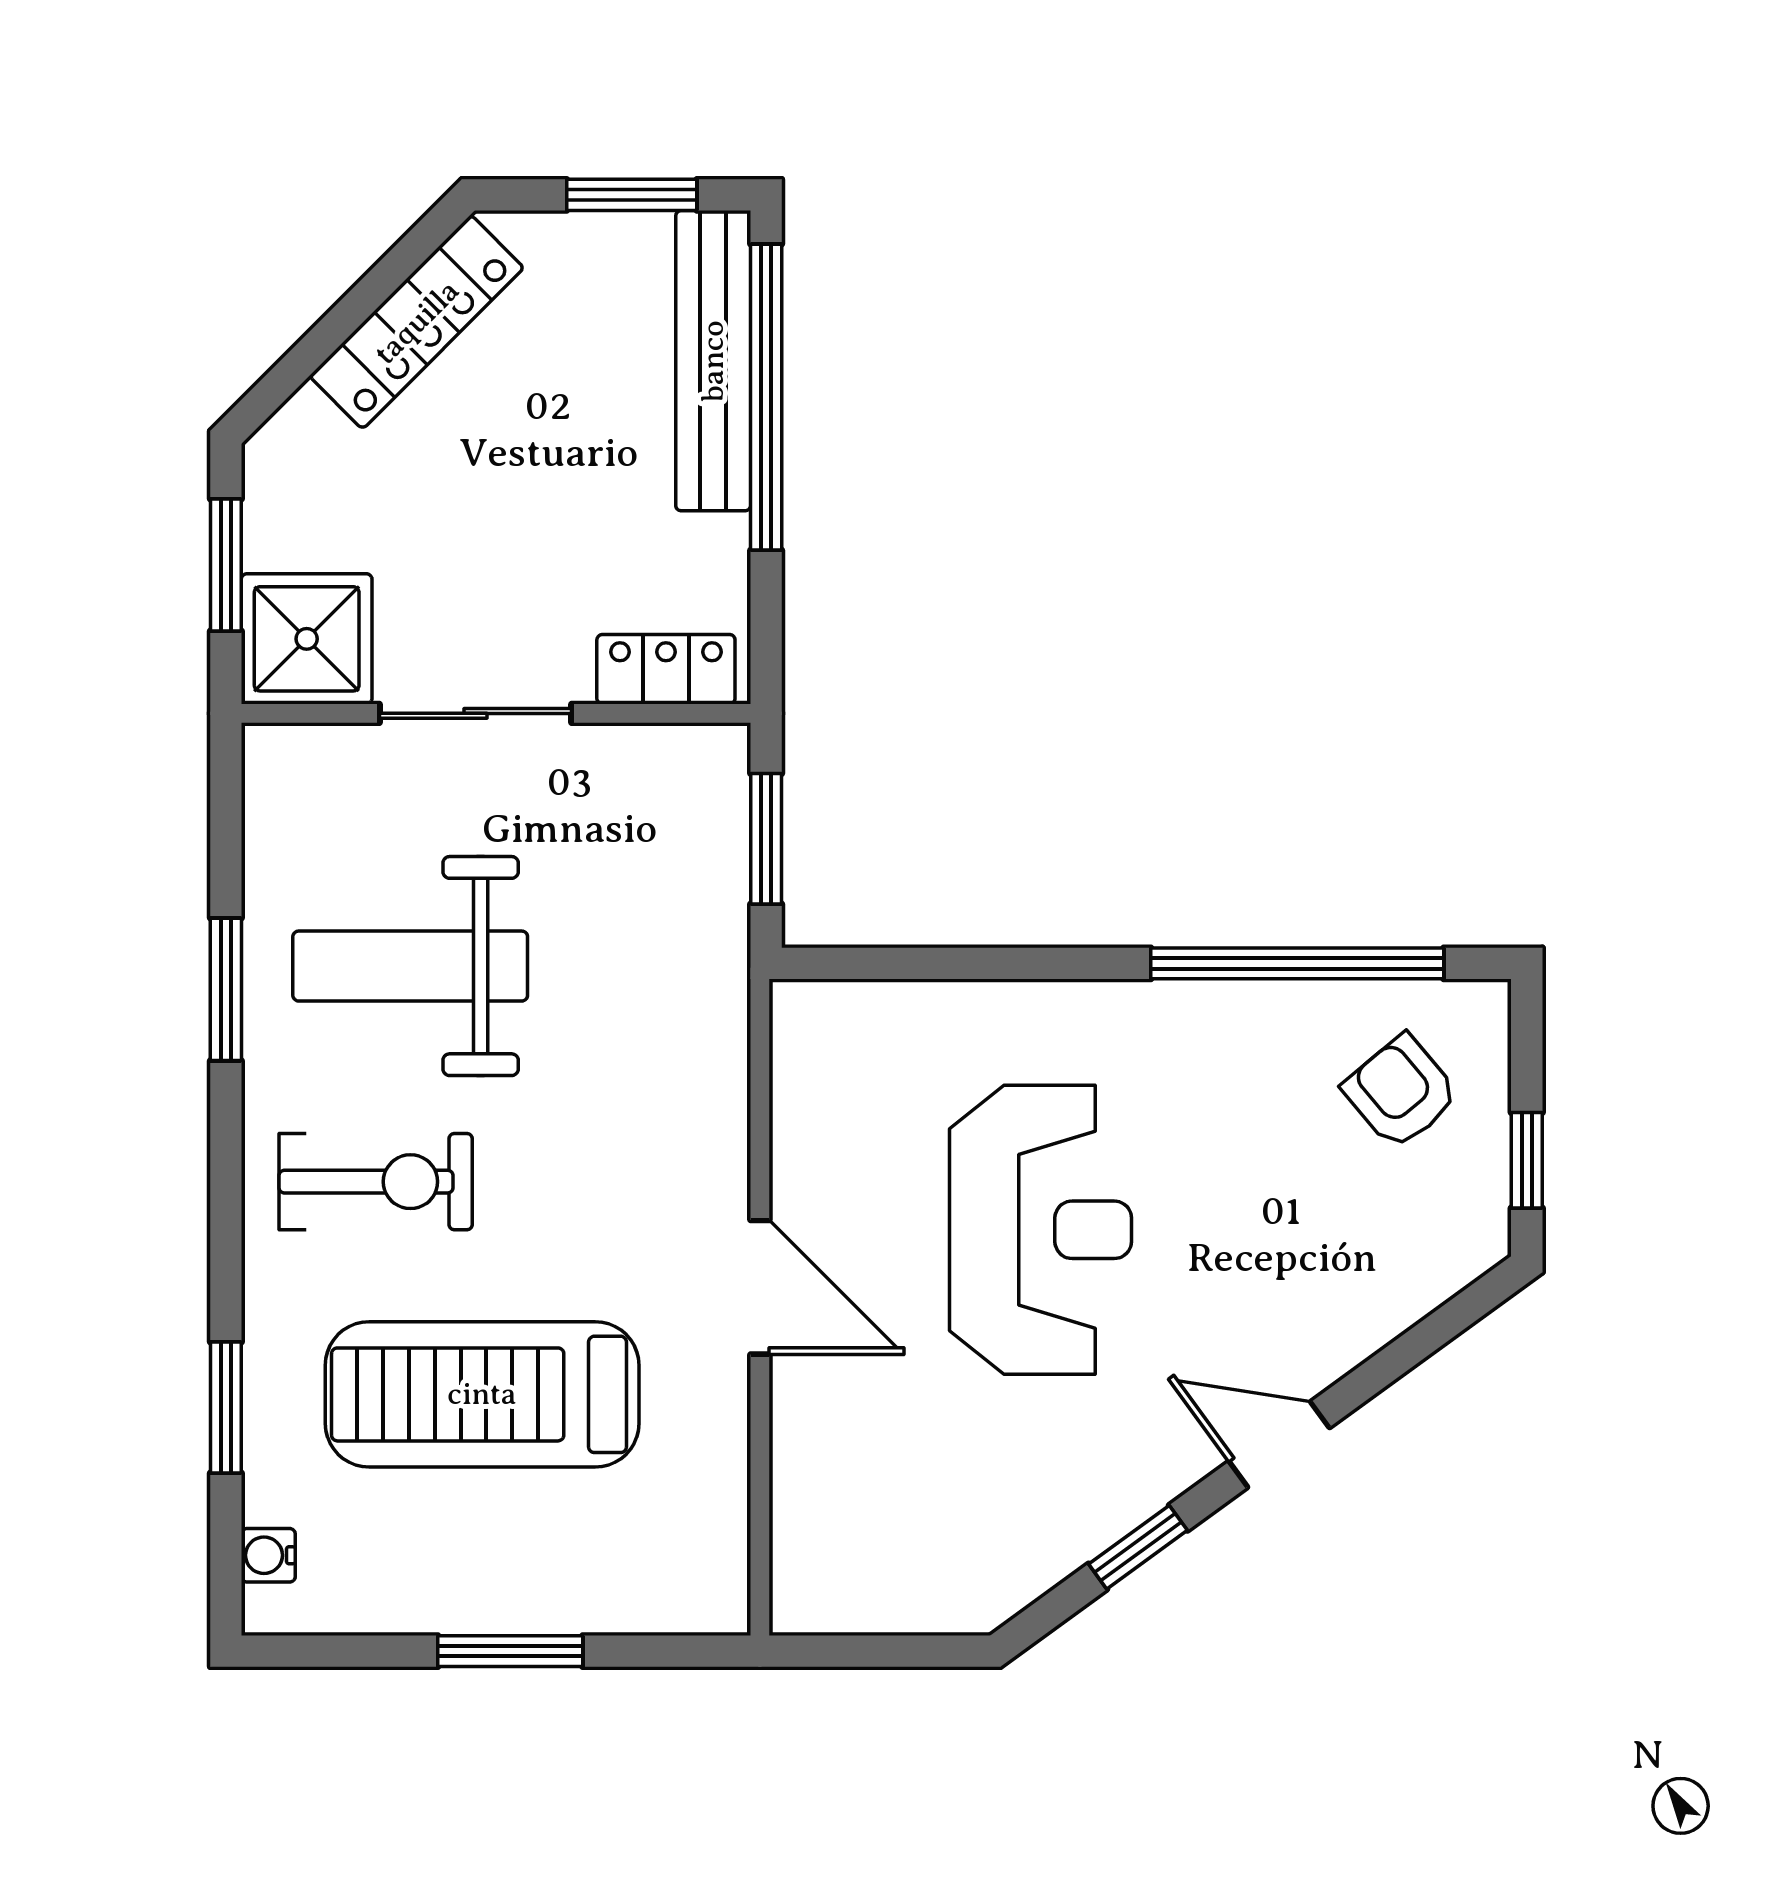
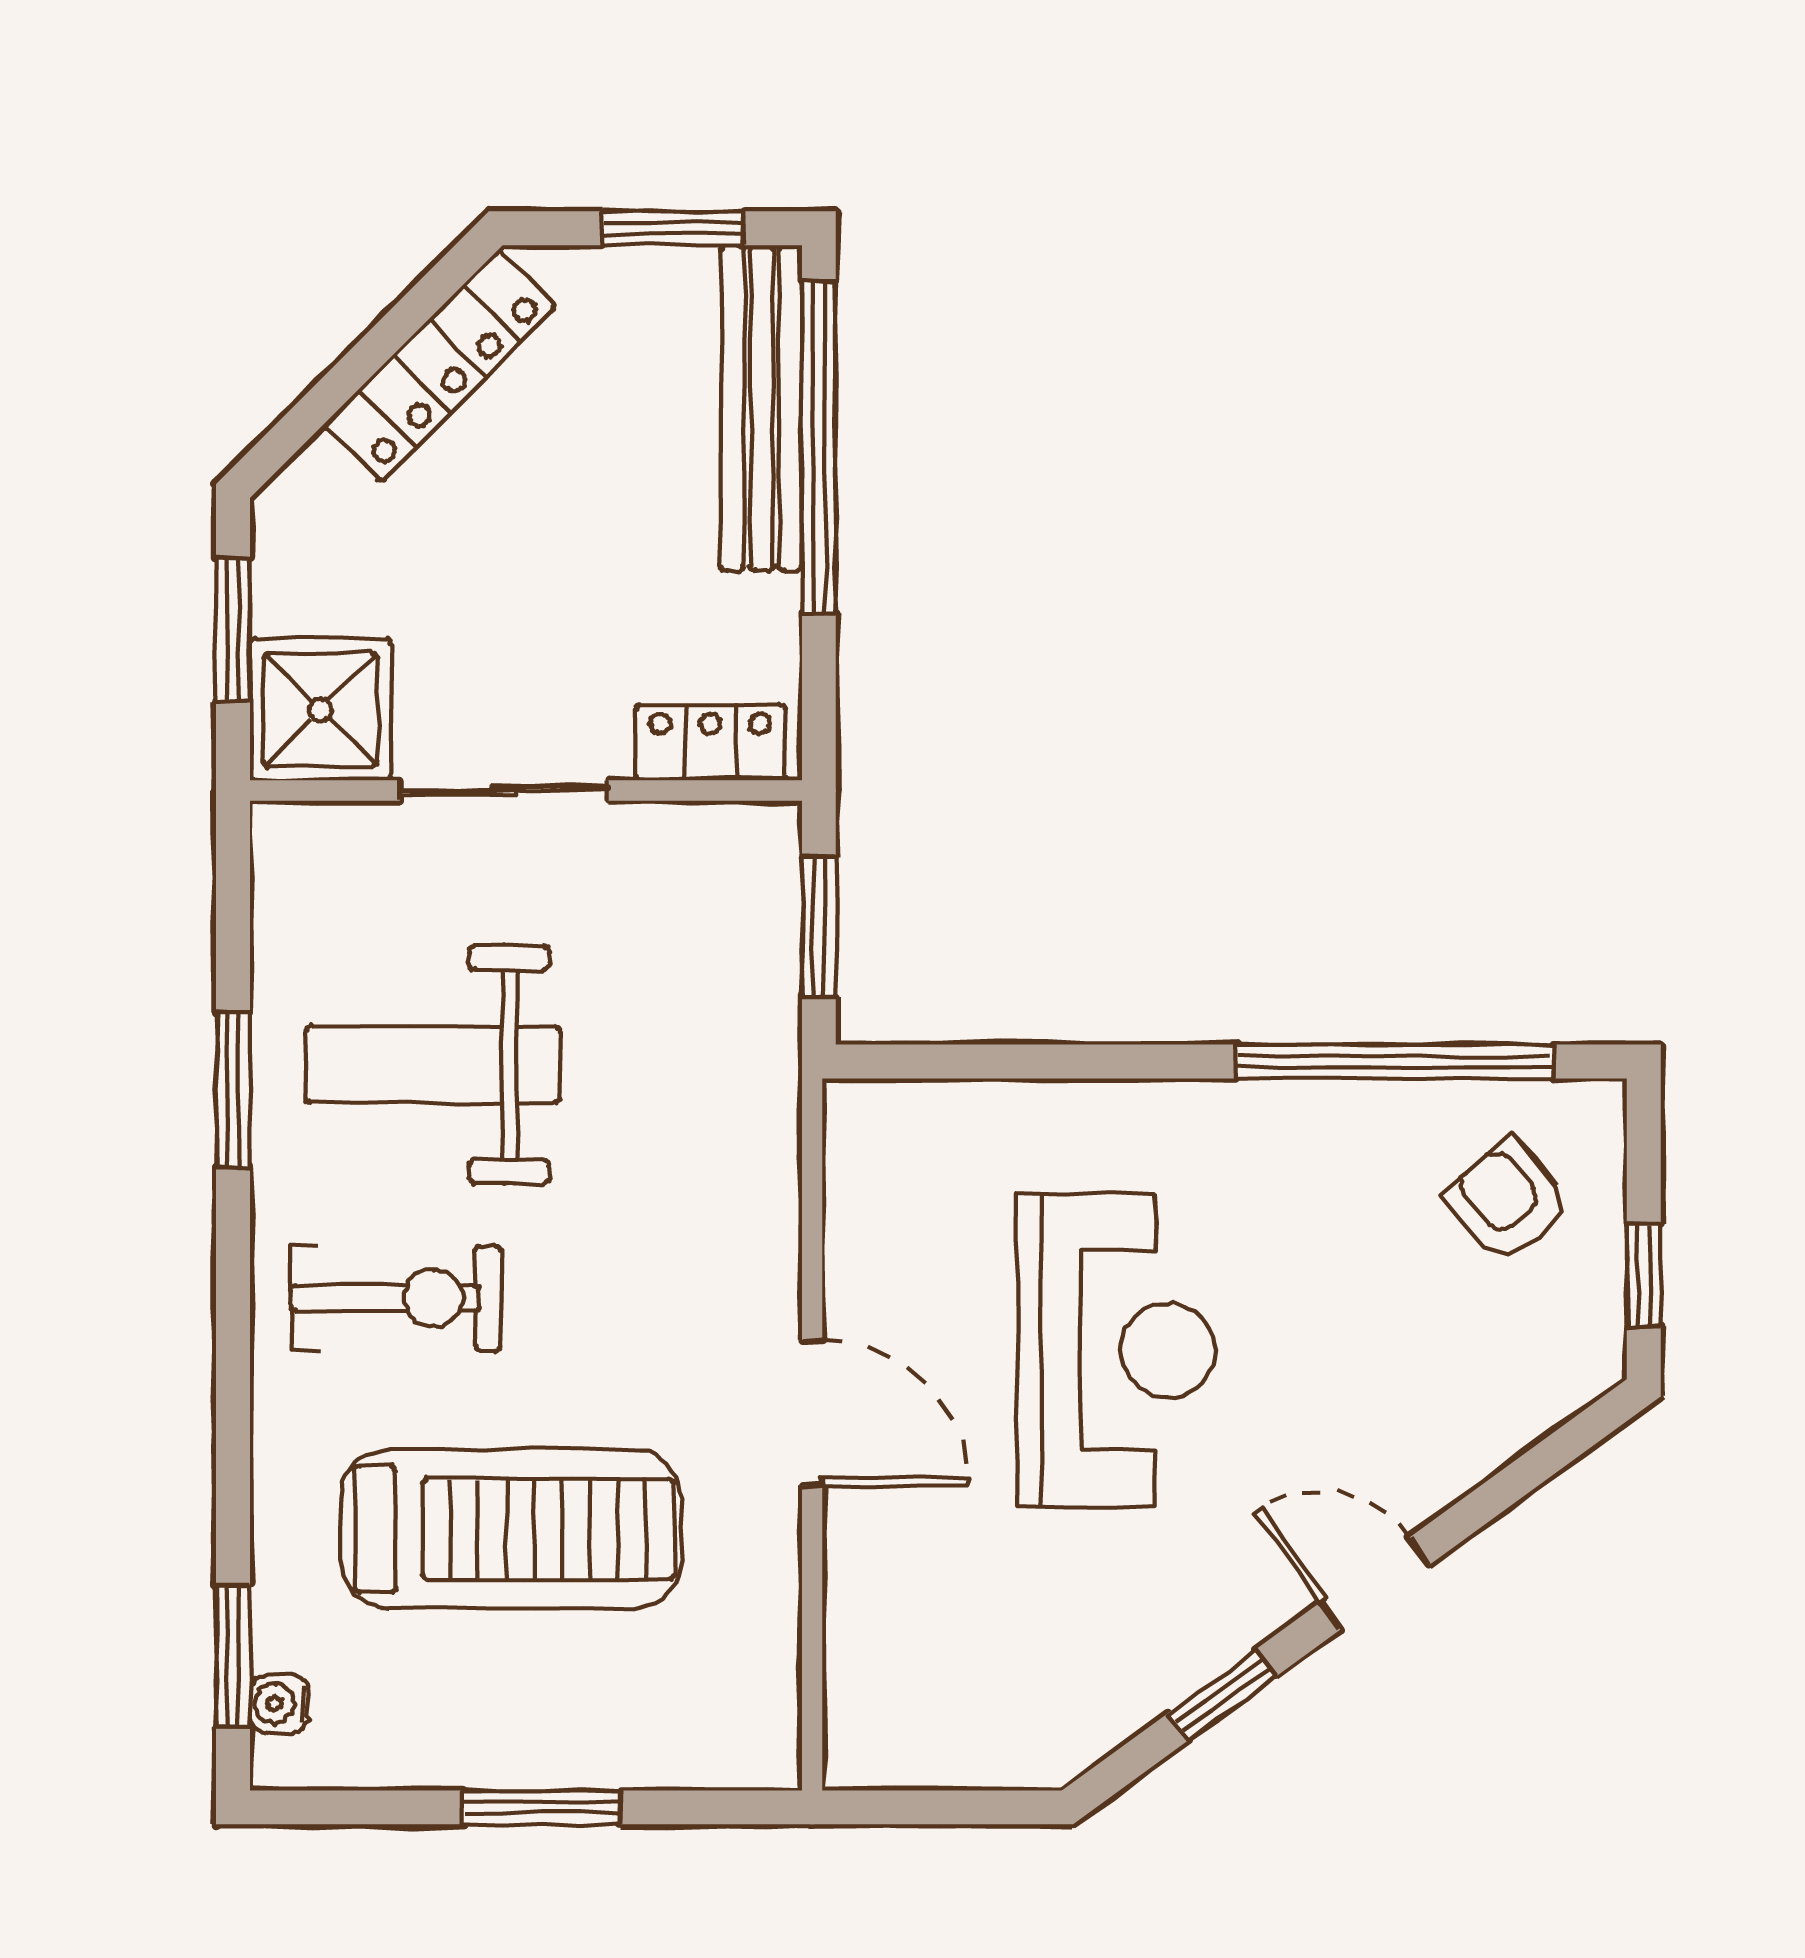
treadmill: (482, 1394) -> (511, 1529), turned 180
window: (226, 1408) -> (233, 1656), moved

